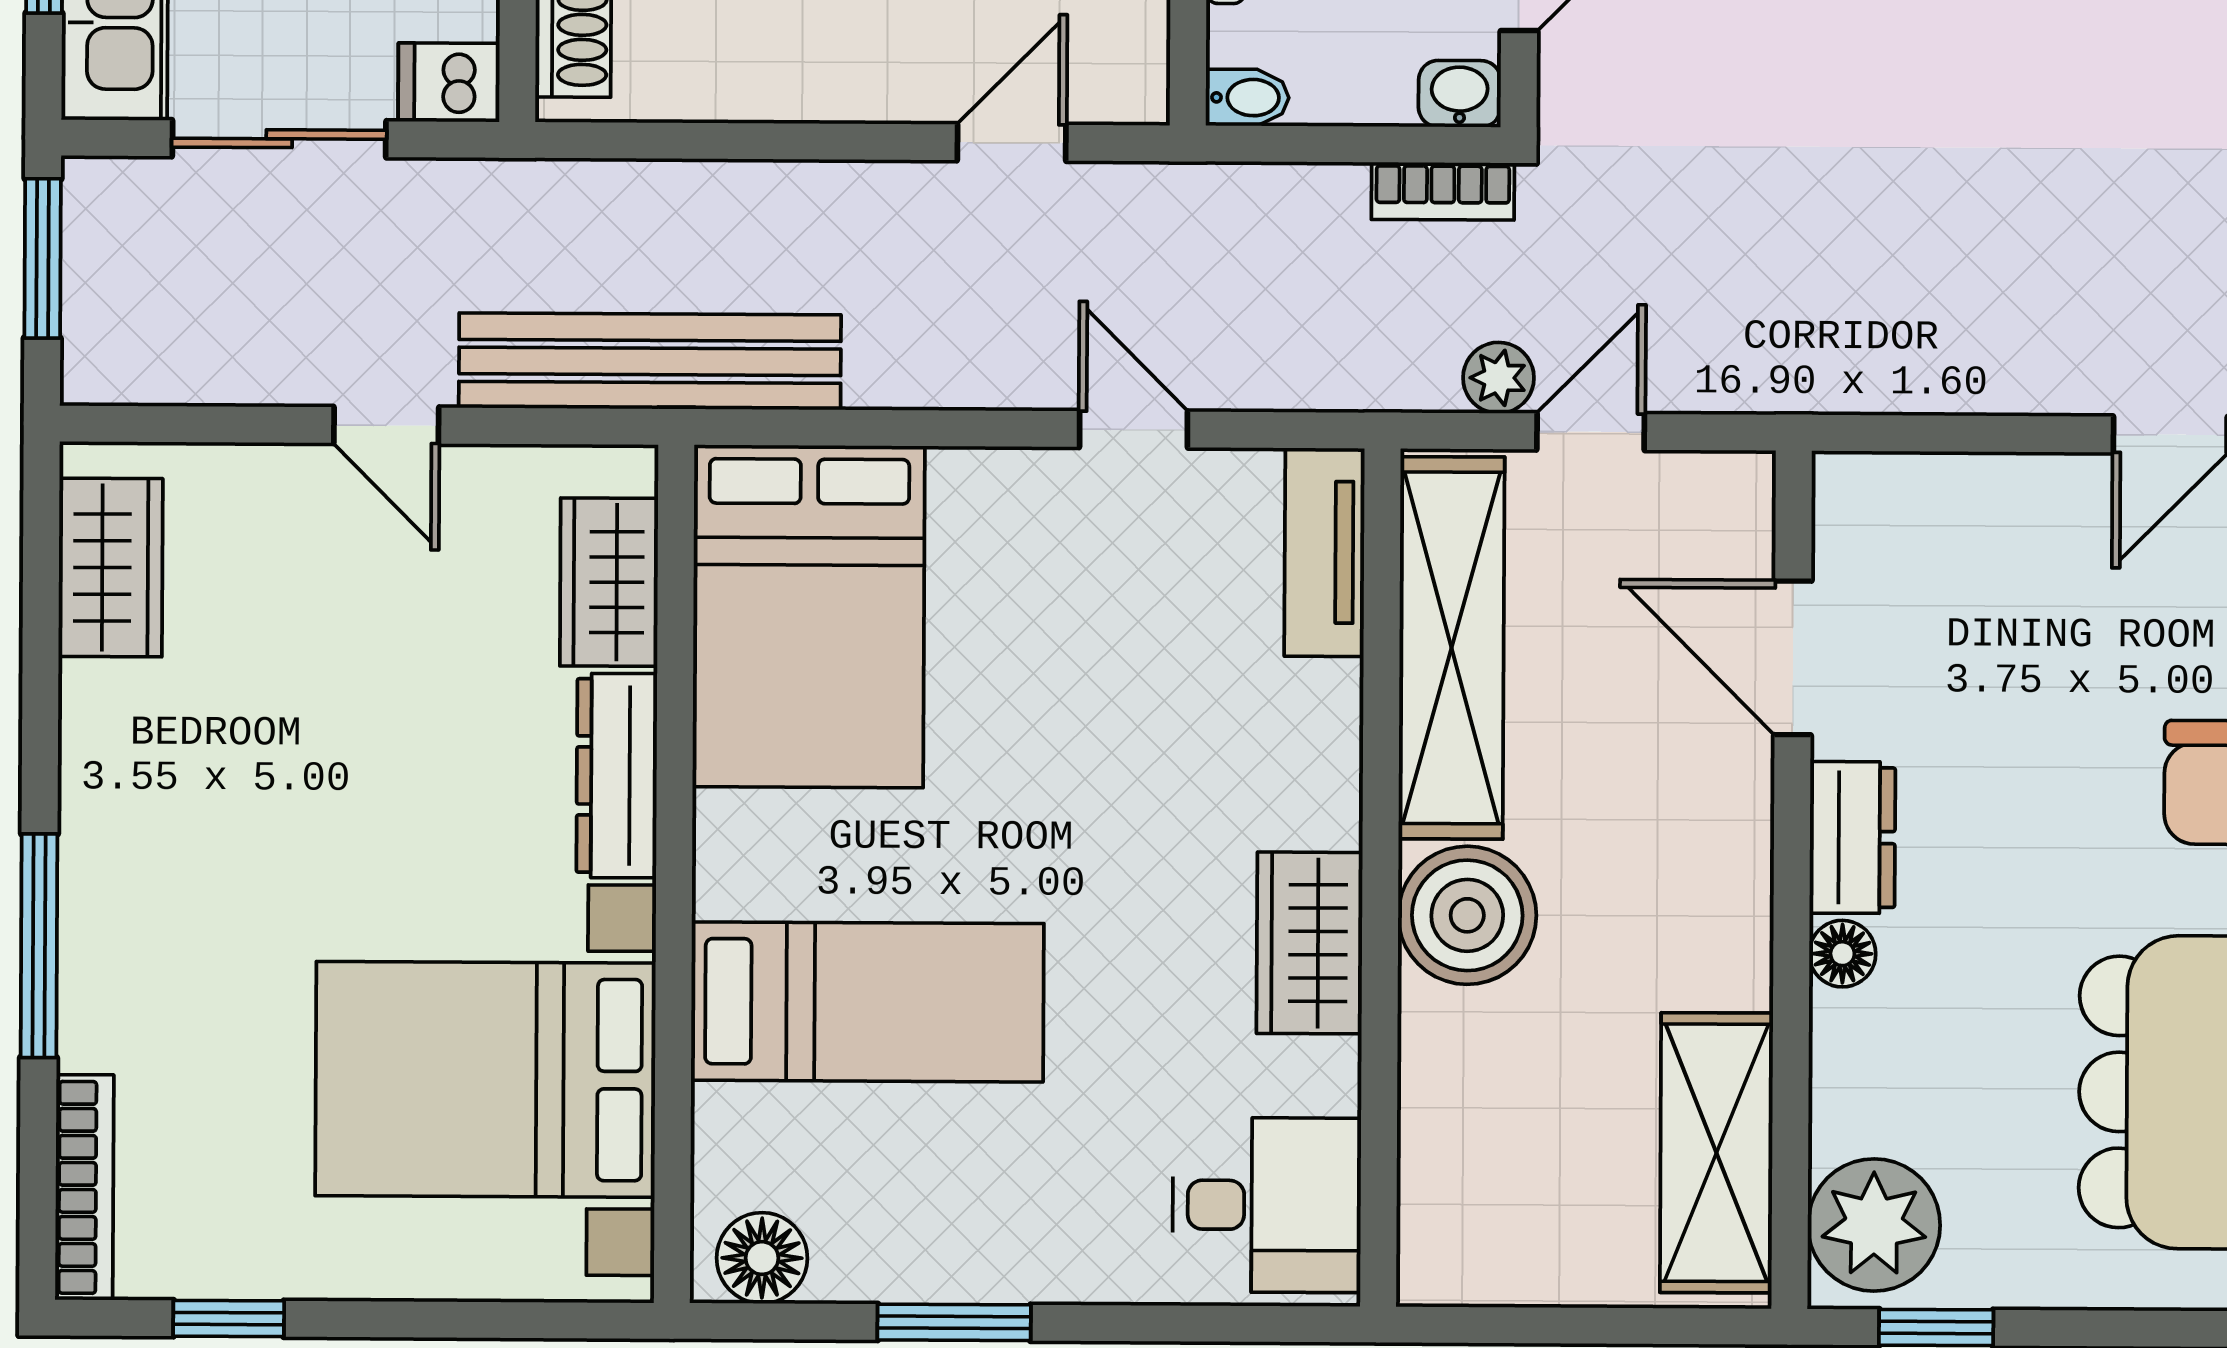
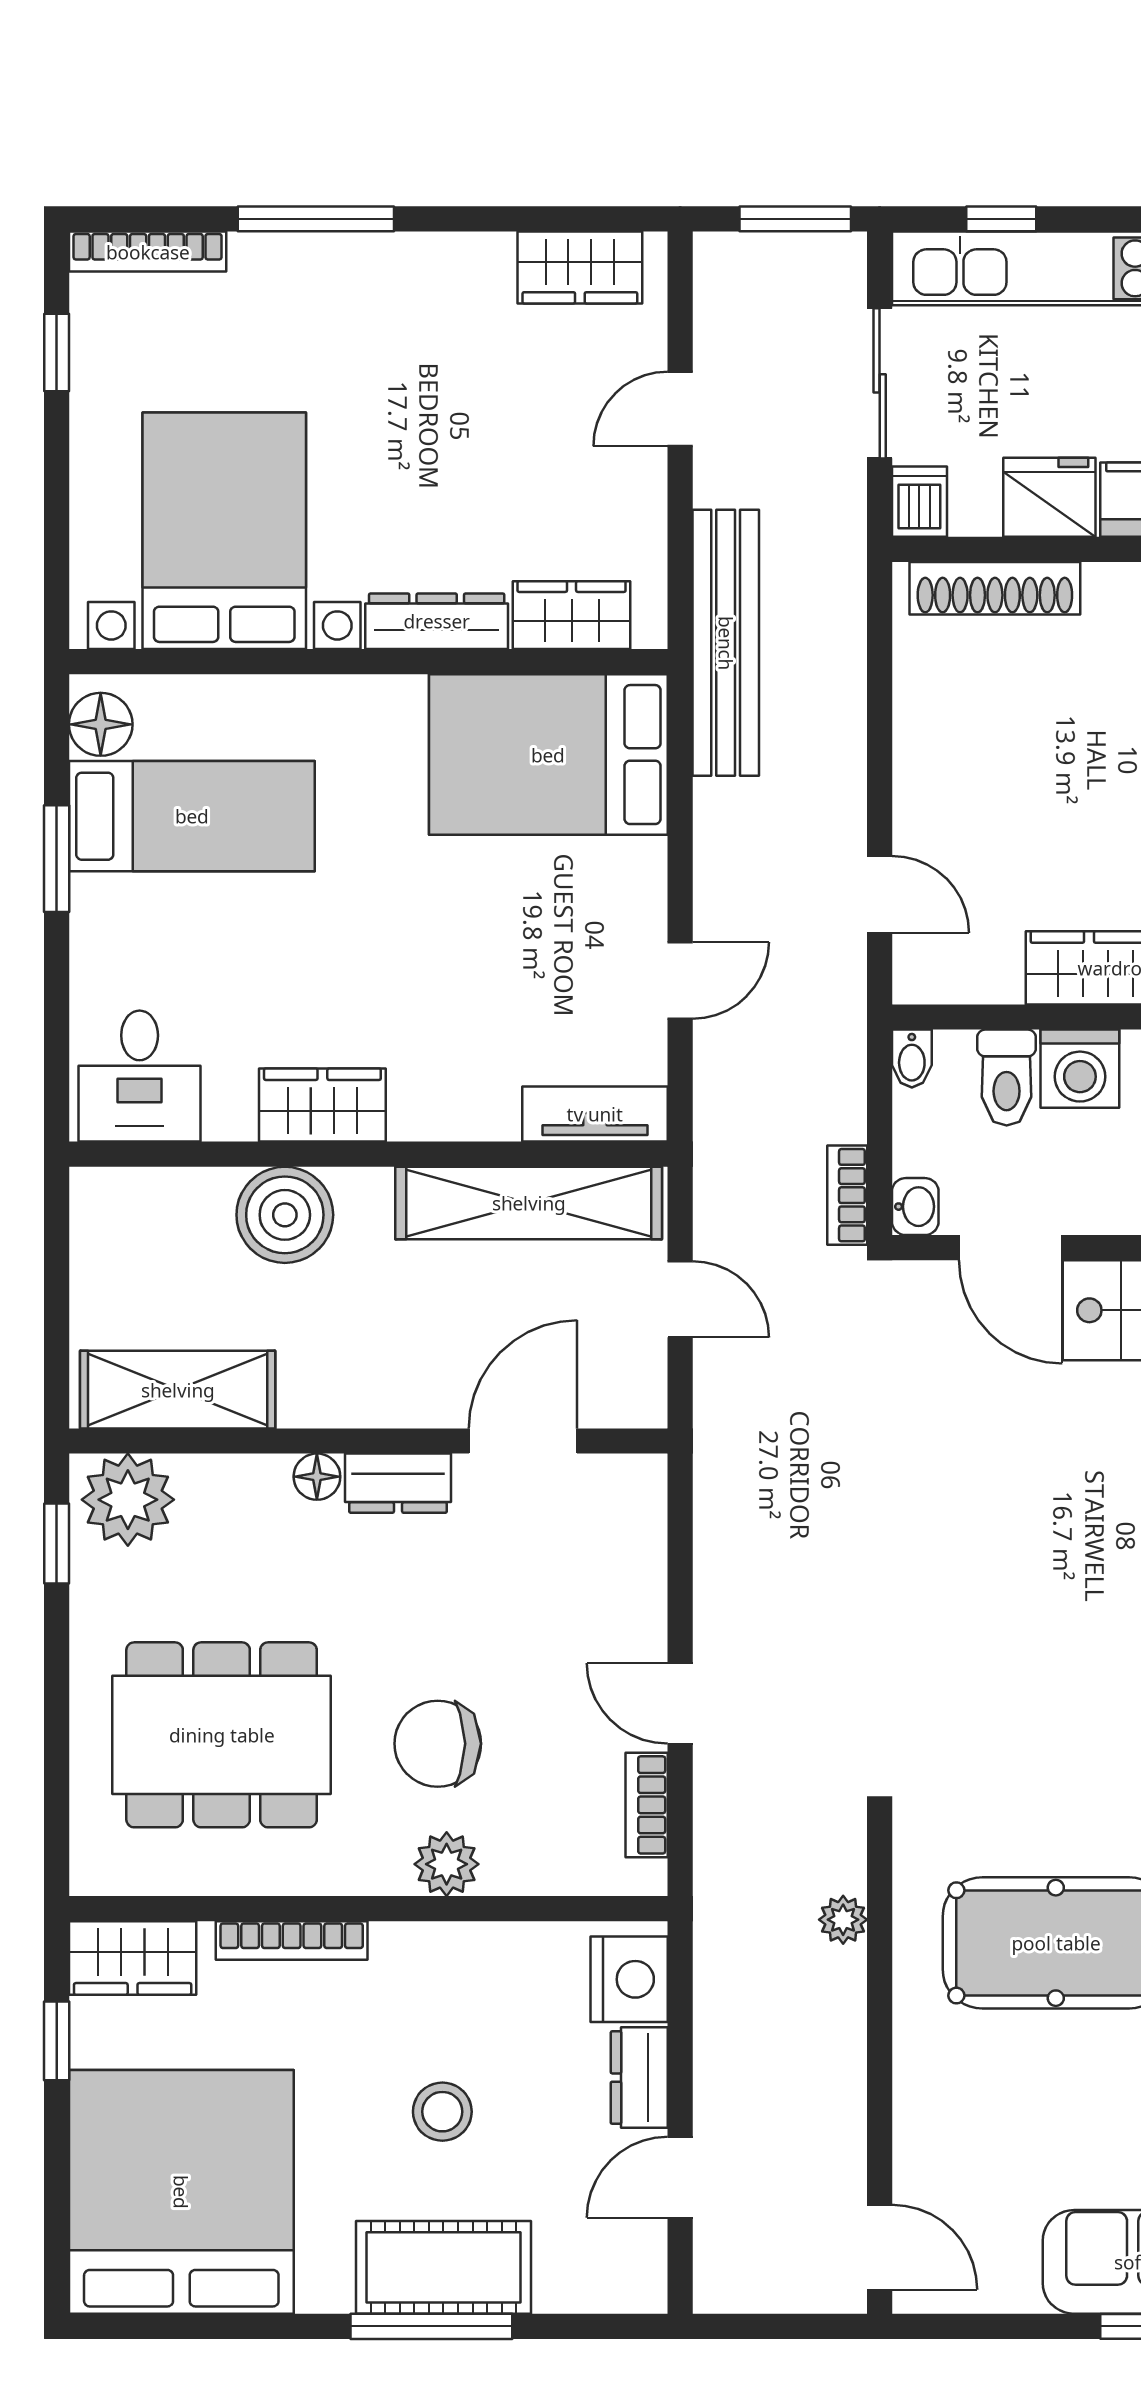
plant: (1499, 378) -> (717, 1235), removed
door: (386, 425) -> (680, 409), moved
boiler: (1467, 915) -> (285, 1215), moved
bed: (867, 1002) -> (192, 816), moved, turned -90

